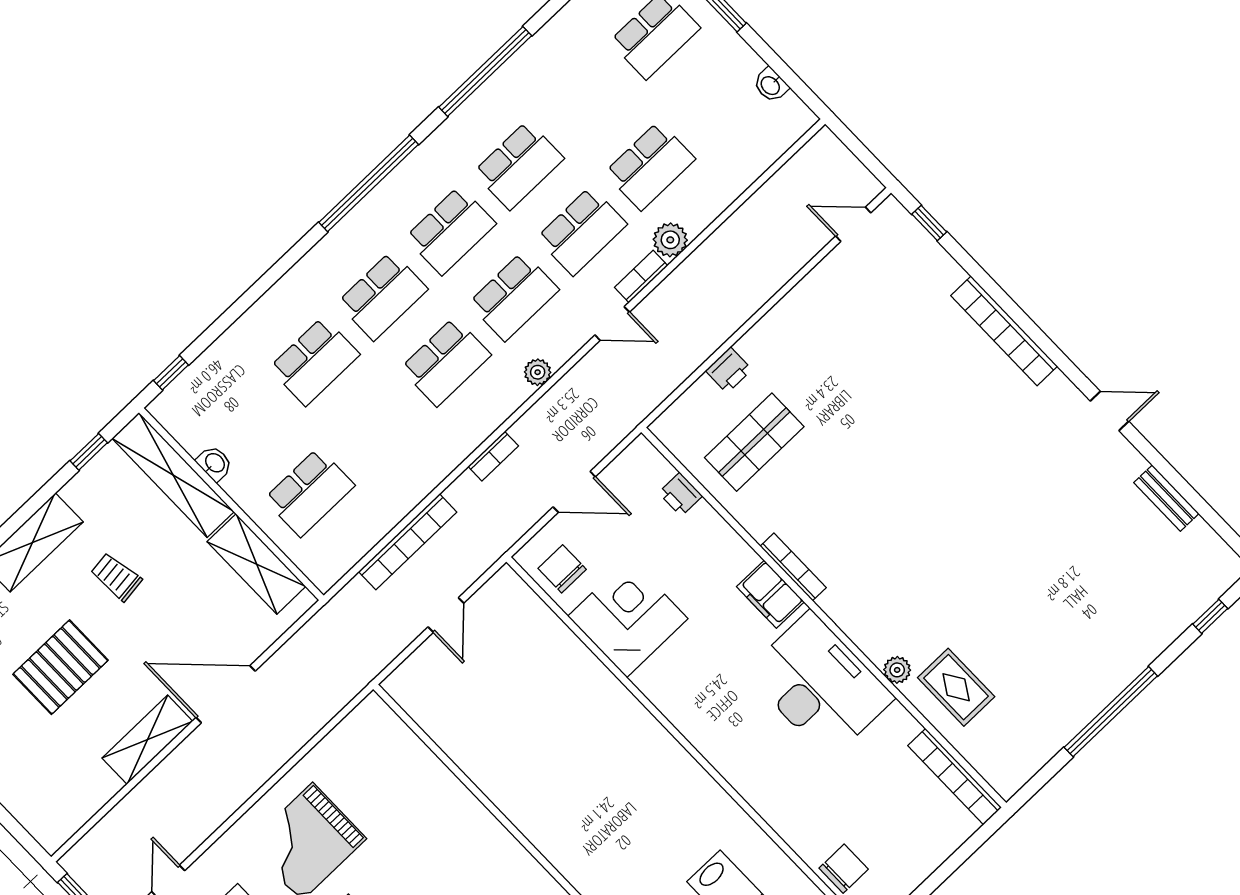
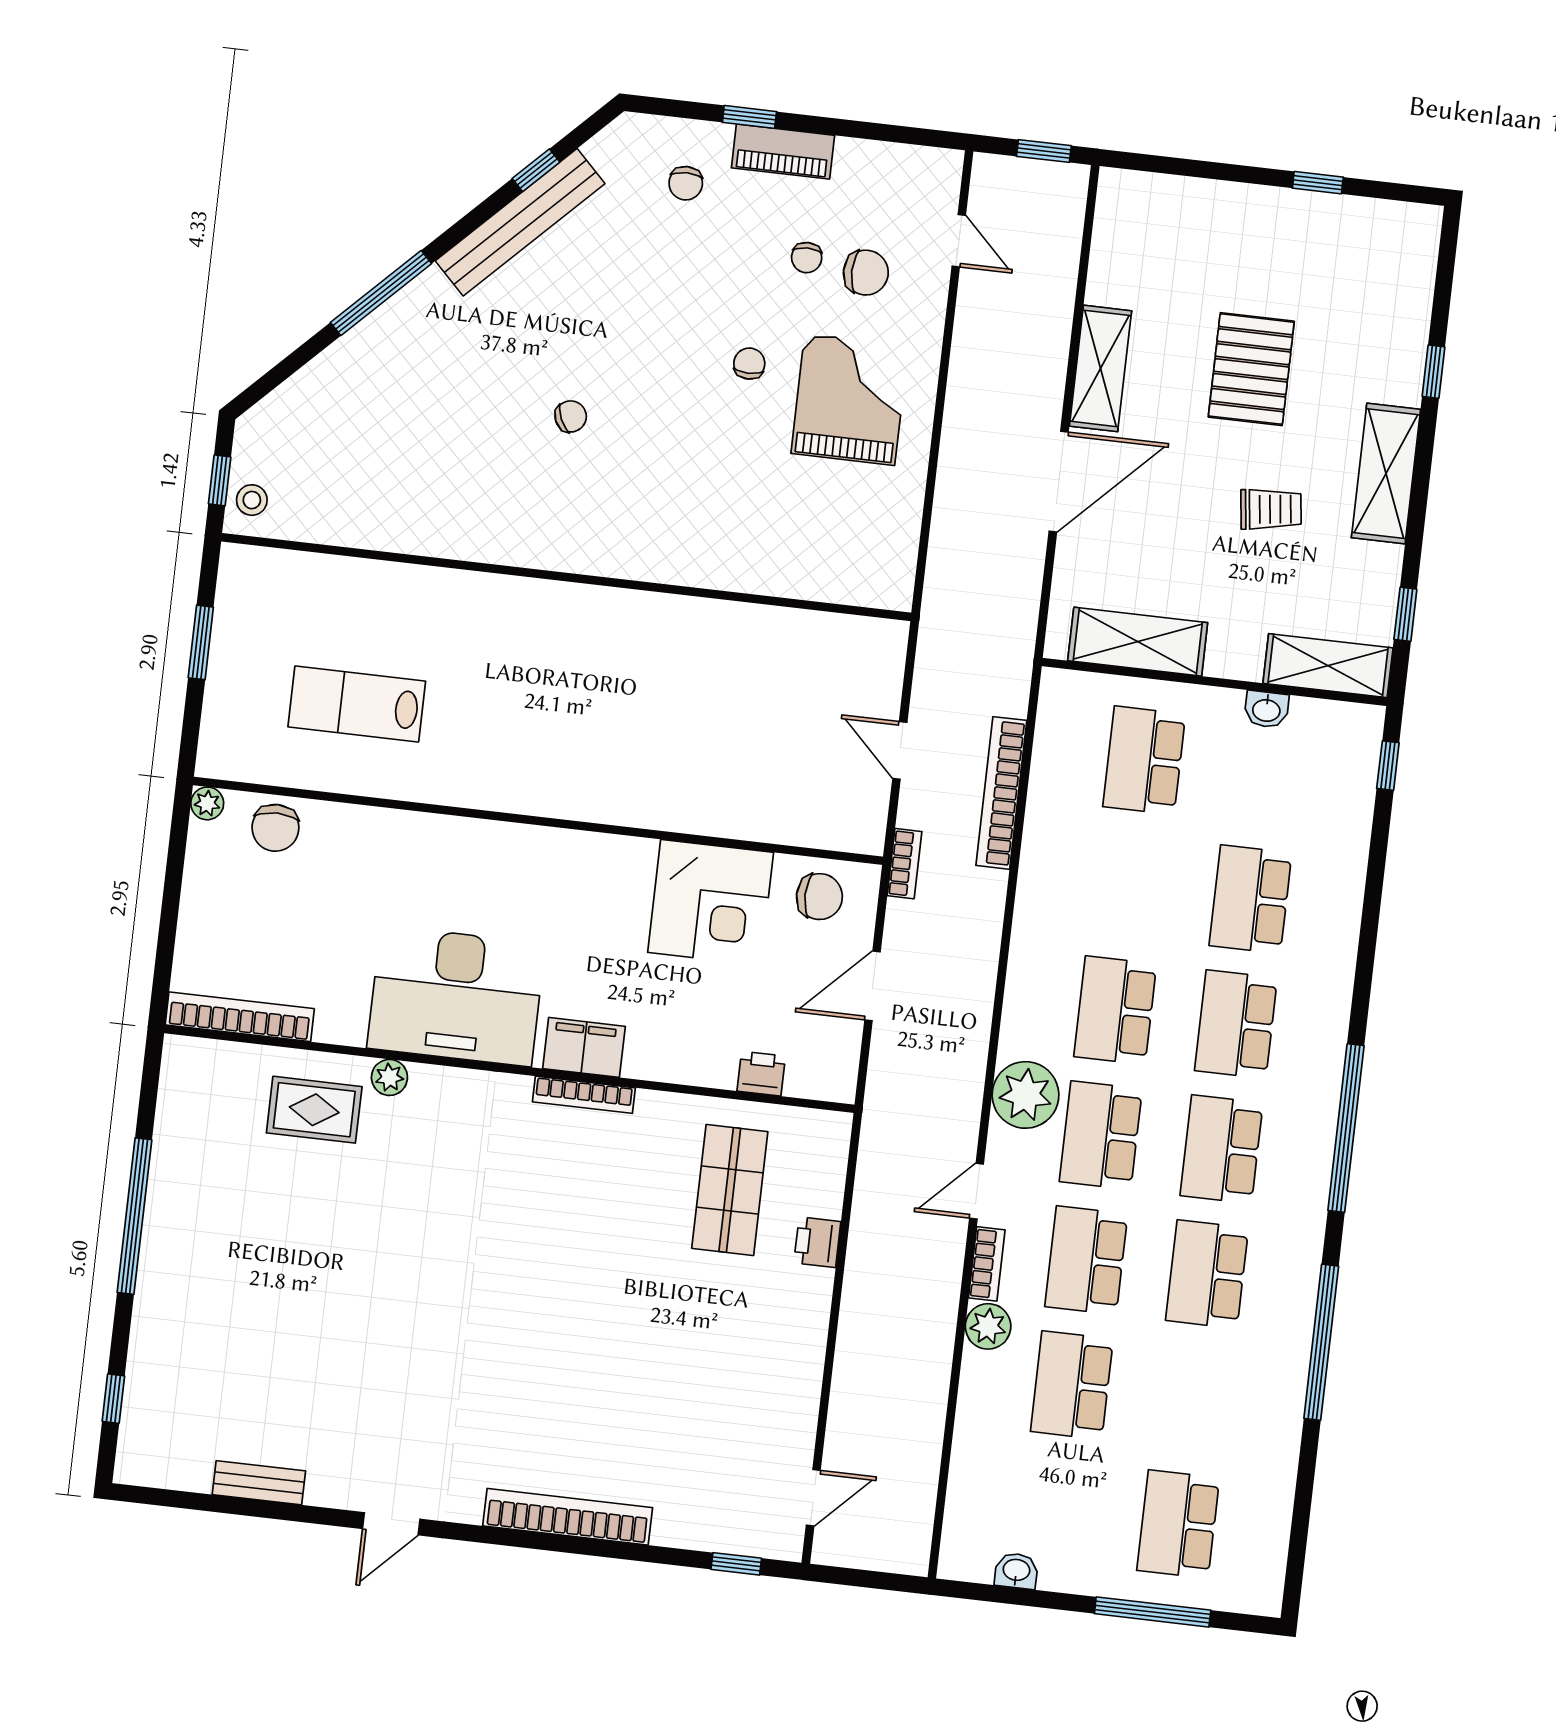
plant: (538, 372) -> (1026, 1095), width x1.87, depth x1.87
bookcase: (493, 456) -> (905, 864), moved, turned 180
shelving: (173, 475) -> (1328, 666), width x0.68

